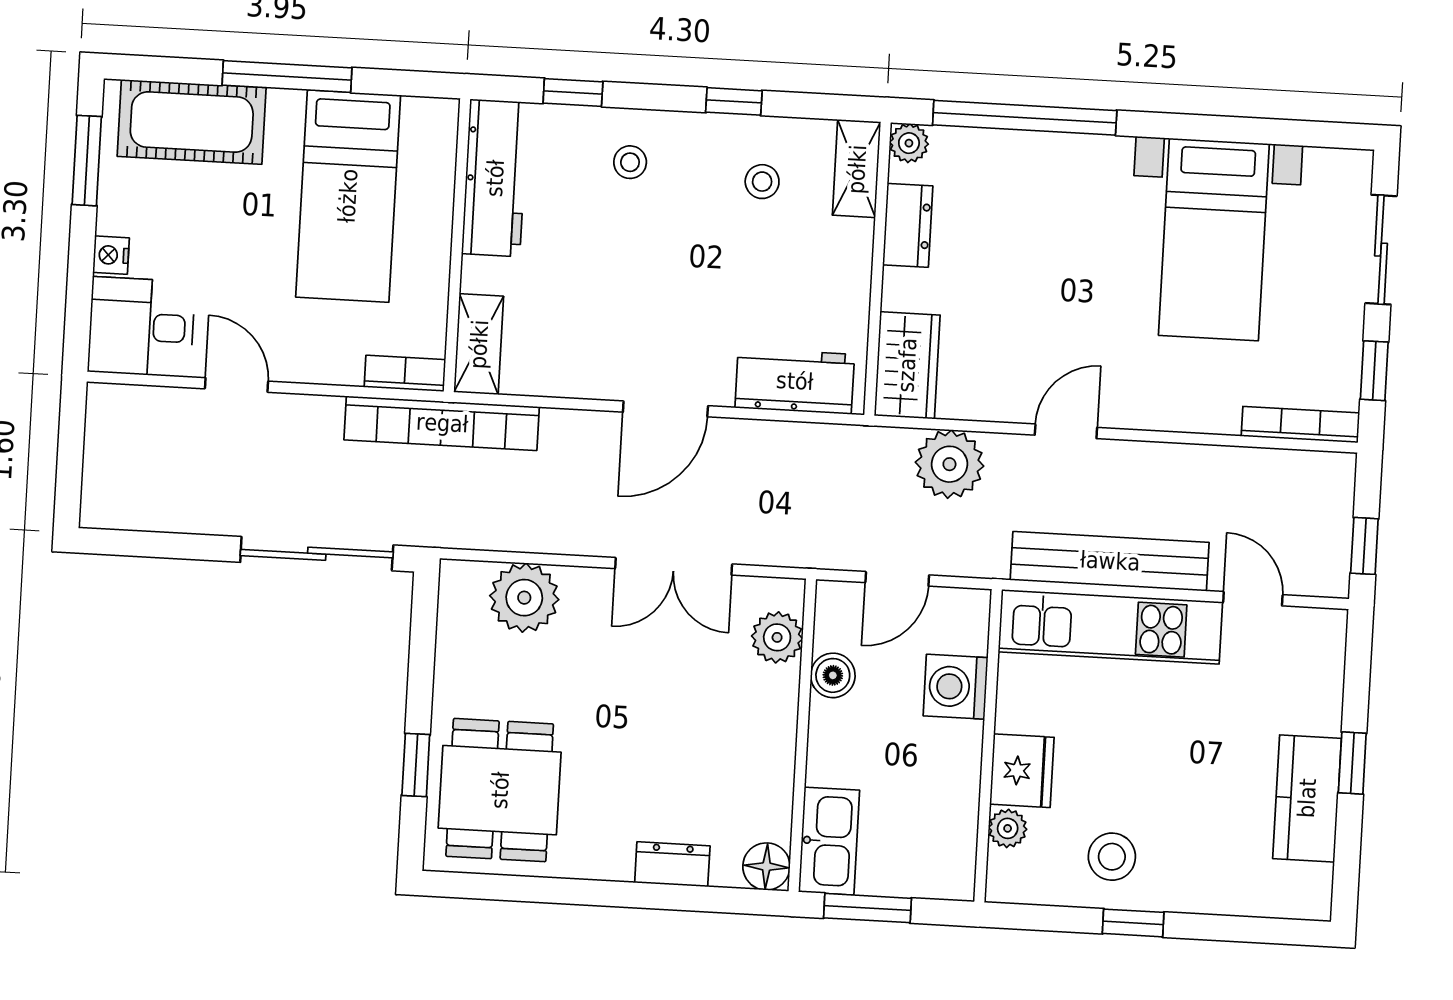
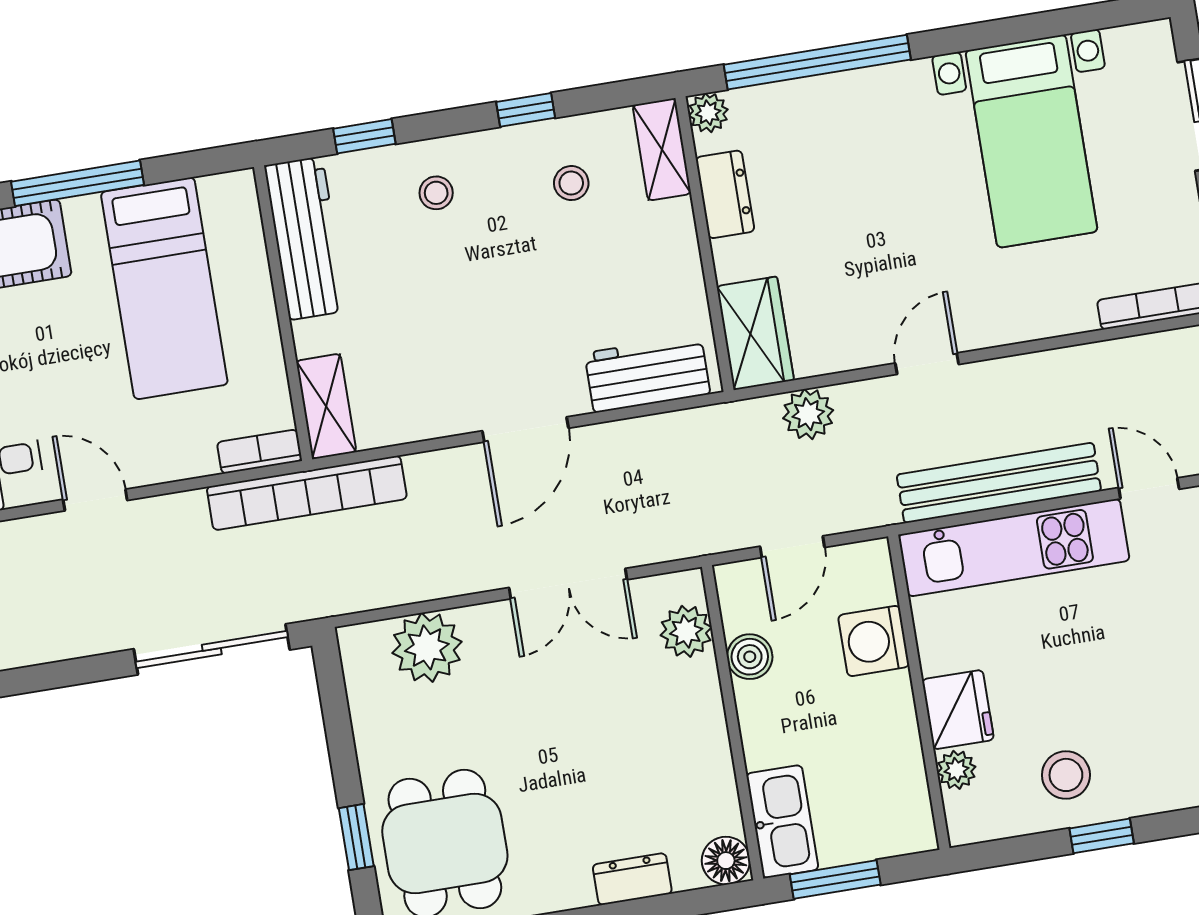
plant: (949, 464) -> (808, 414), width x0.73, depth x0.73

